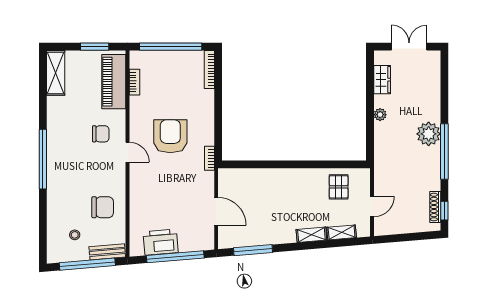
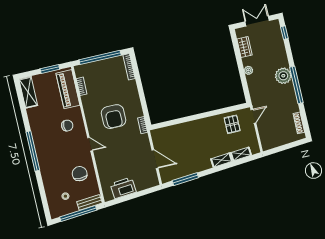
armchair: (170, 136) -> (113, 117), turned 180
door: (127, 152) -> (90, 144), moved
door: (372, 206) -> (253, 116), moved
chair: (103, 207) -> (80, 174), turned -90
window: (444, 211) -> (284, 33), moved
window: (175, 257) -> (135, 195), removed

